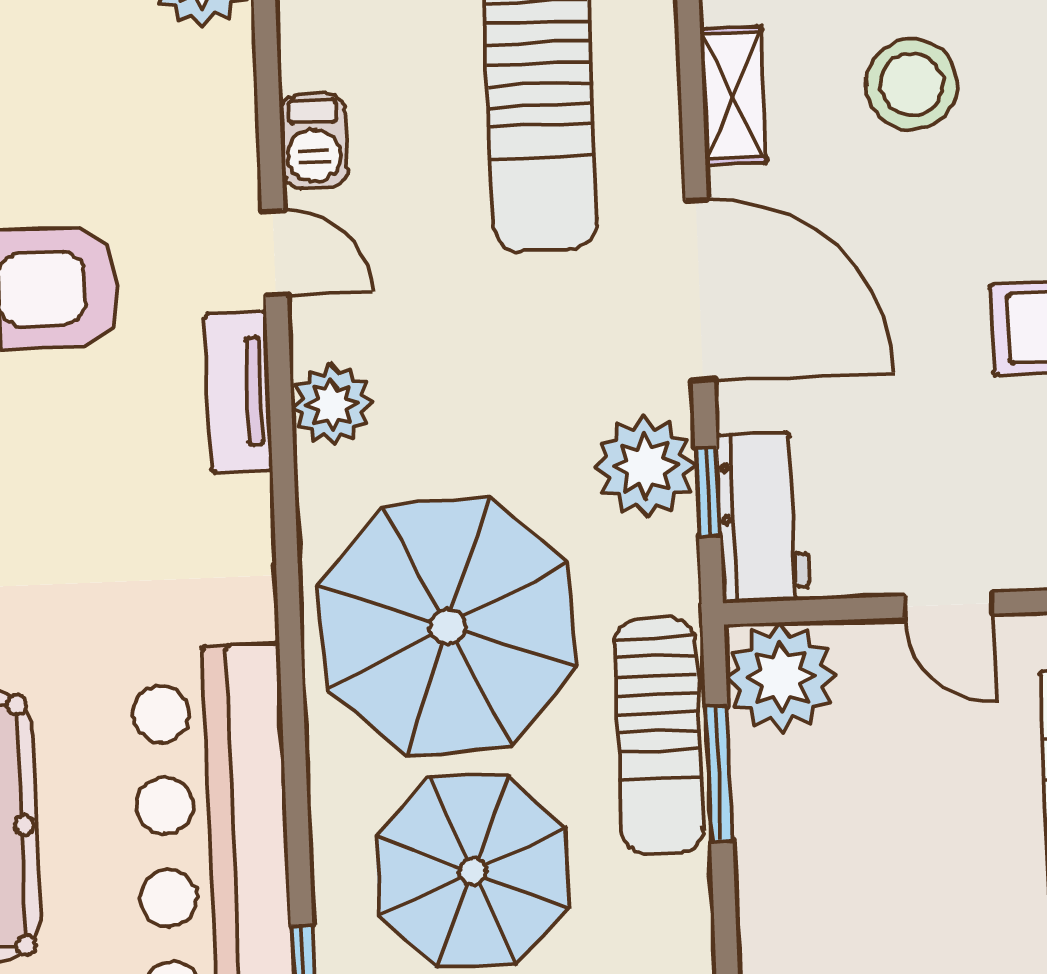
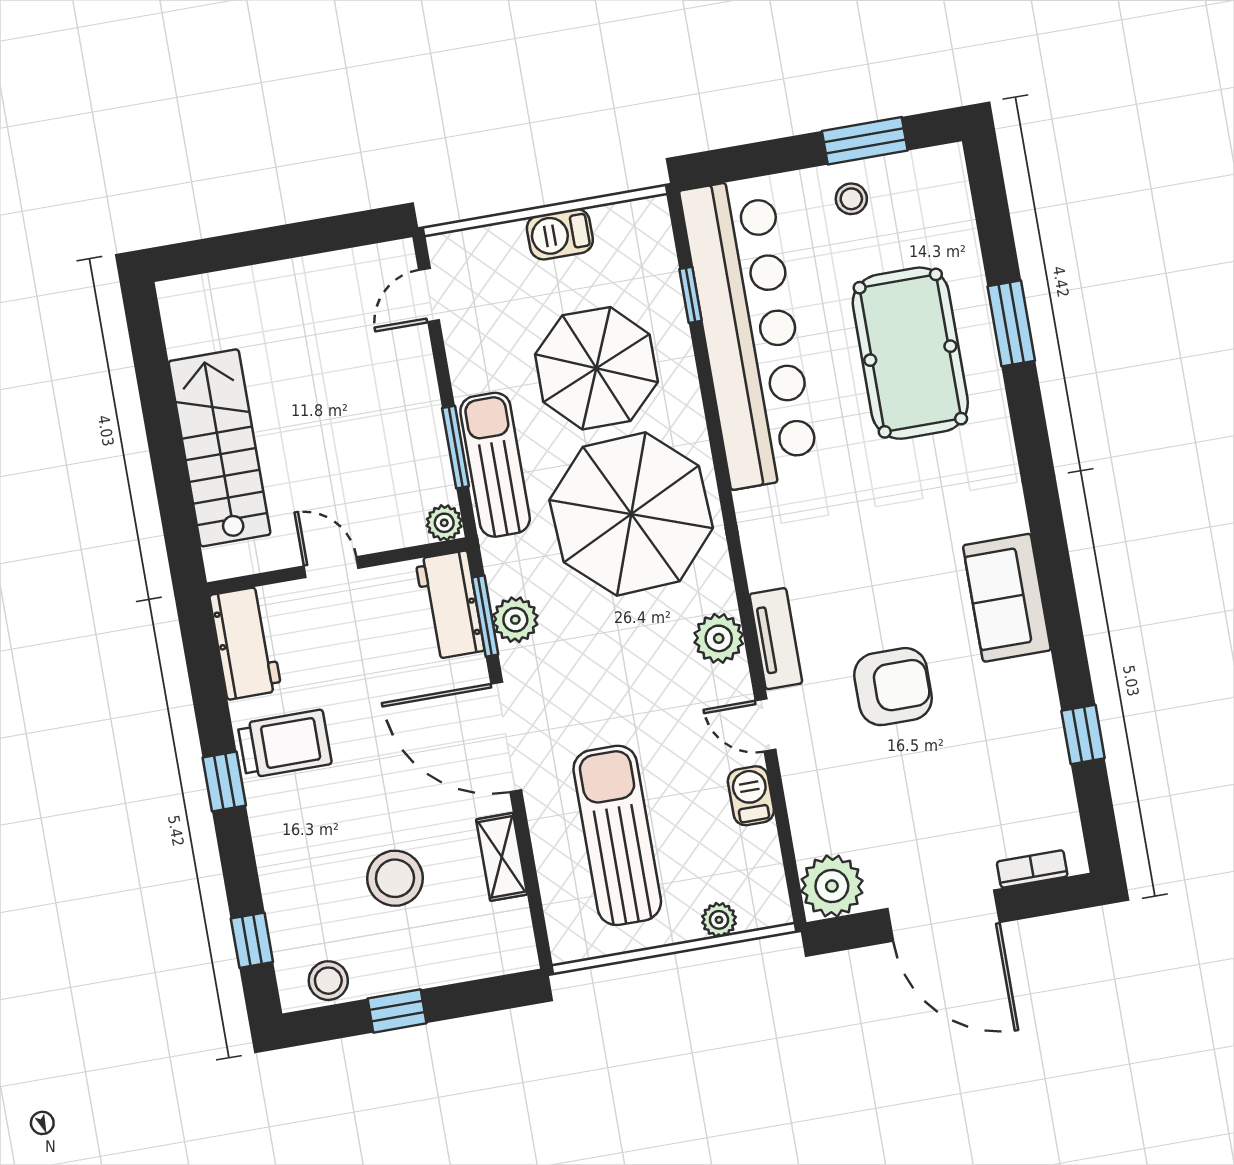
plant: (645, 466) -> (515, 620), width x0.73, depth x0.73
window: (708, 492) -> (485, 616), width x1.50
plant: (781, 677) -> (444, 523), width x0.53, depth x0.53

